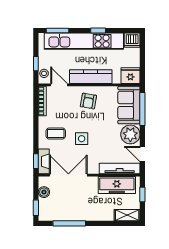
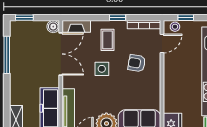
kitchen counter: (91, 77) -> (171, 79), removed
armchair: (88, 101) -> (137, 63), moved
window: (36, 161) -> (118, 18), moved
boiler: (44, 192) -> (53, 27), moved

